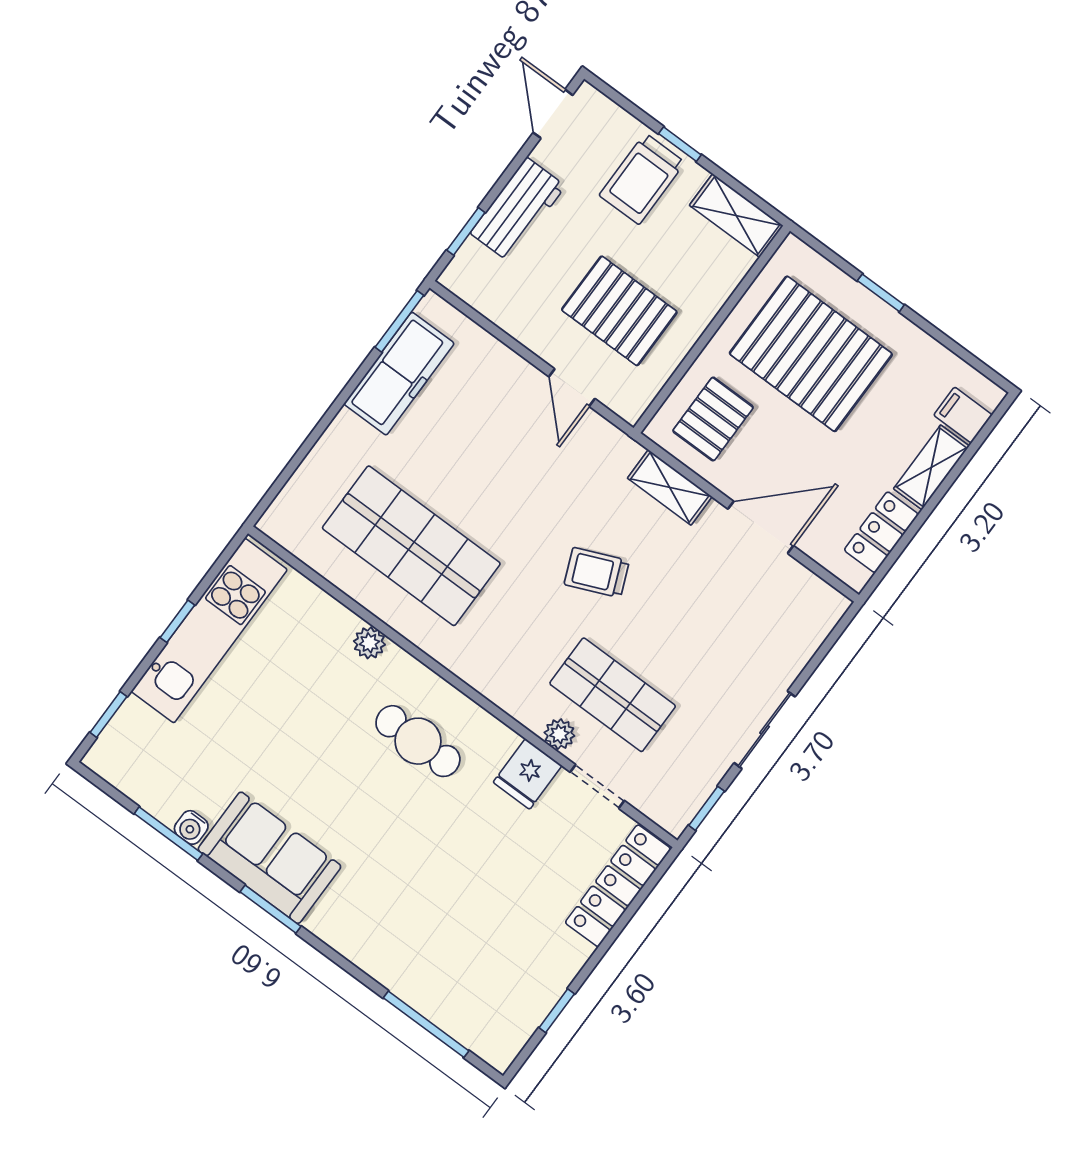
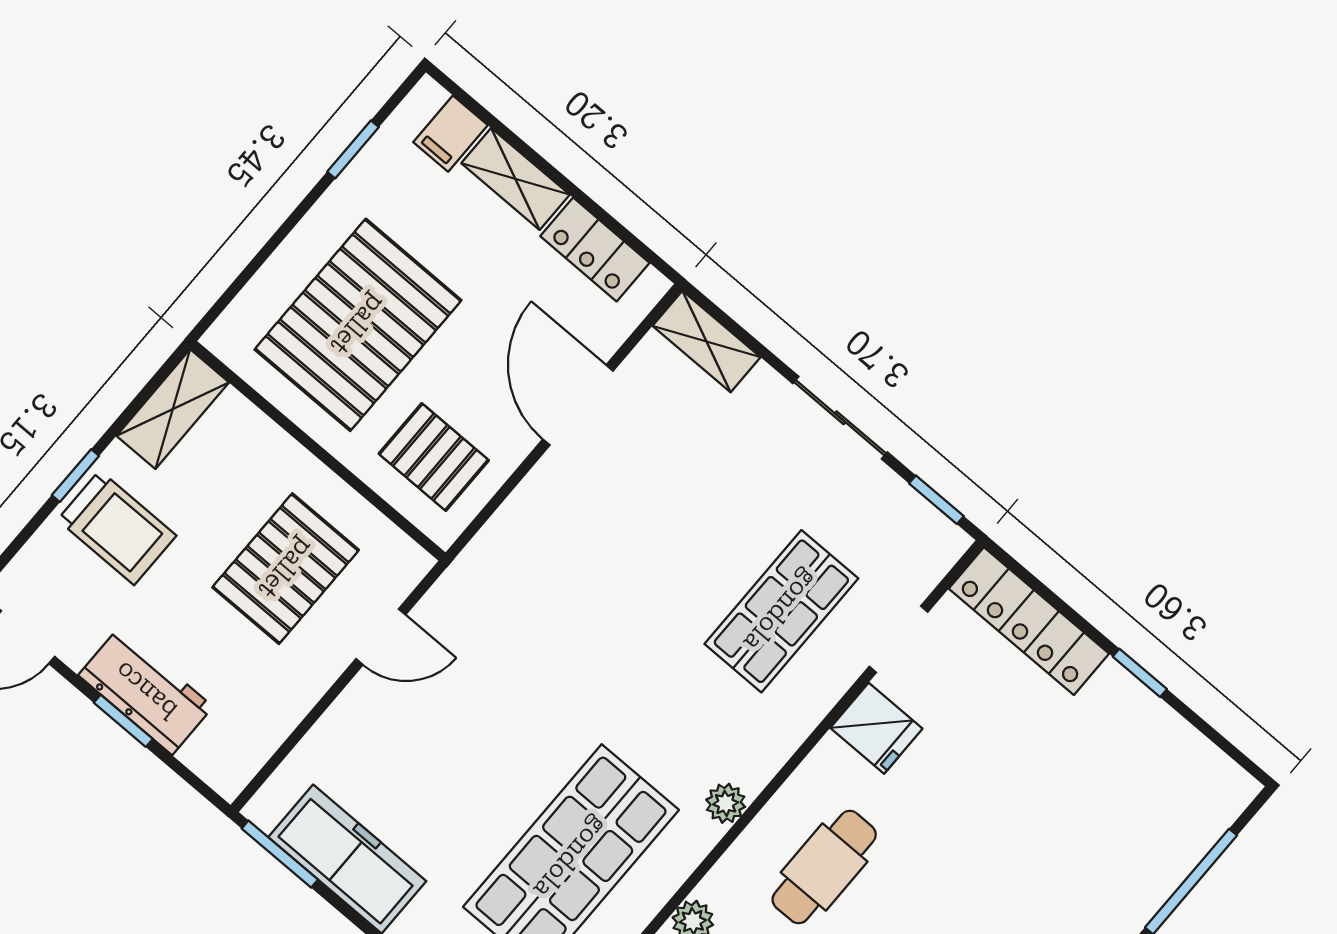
window: (466, 231) -> (123, 721), moved
window: (881, 293) -> (353, 149), moved
shelving: (670, 487) -> (707, 342), moved, turned 90
trolley: (597, 573) -> (622, 621), removed
plant: (559, 734) -> (726, 803), moved
window: (557, 1011) -> (1140, 673), moved

